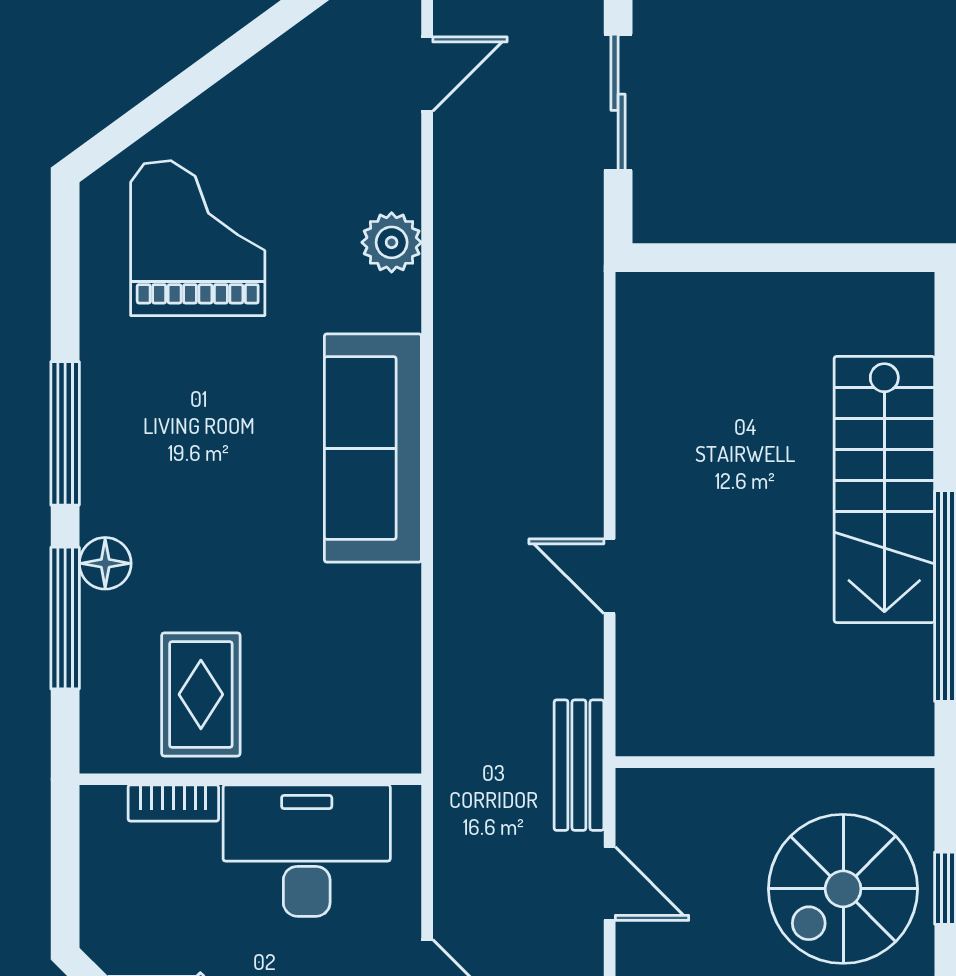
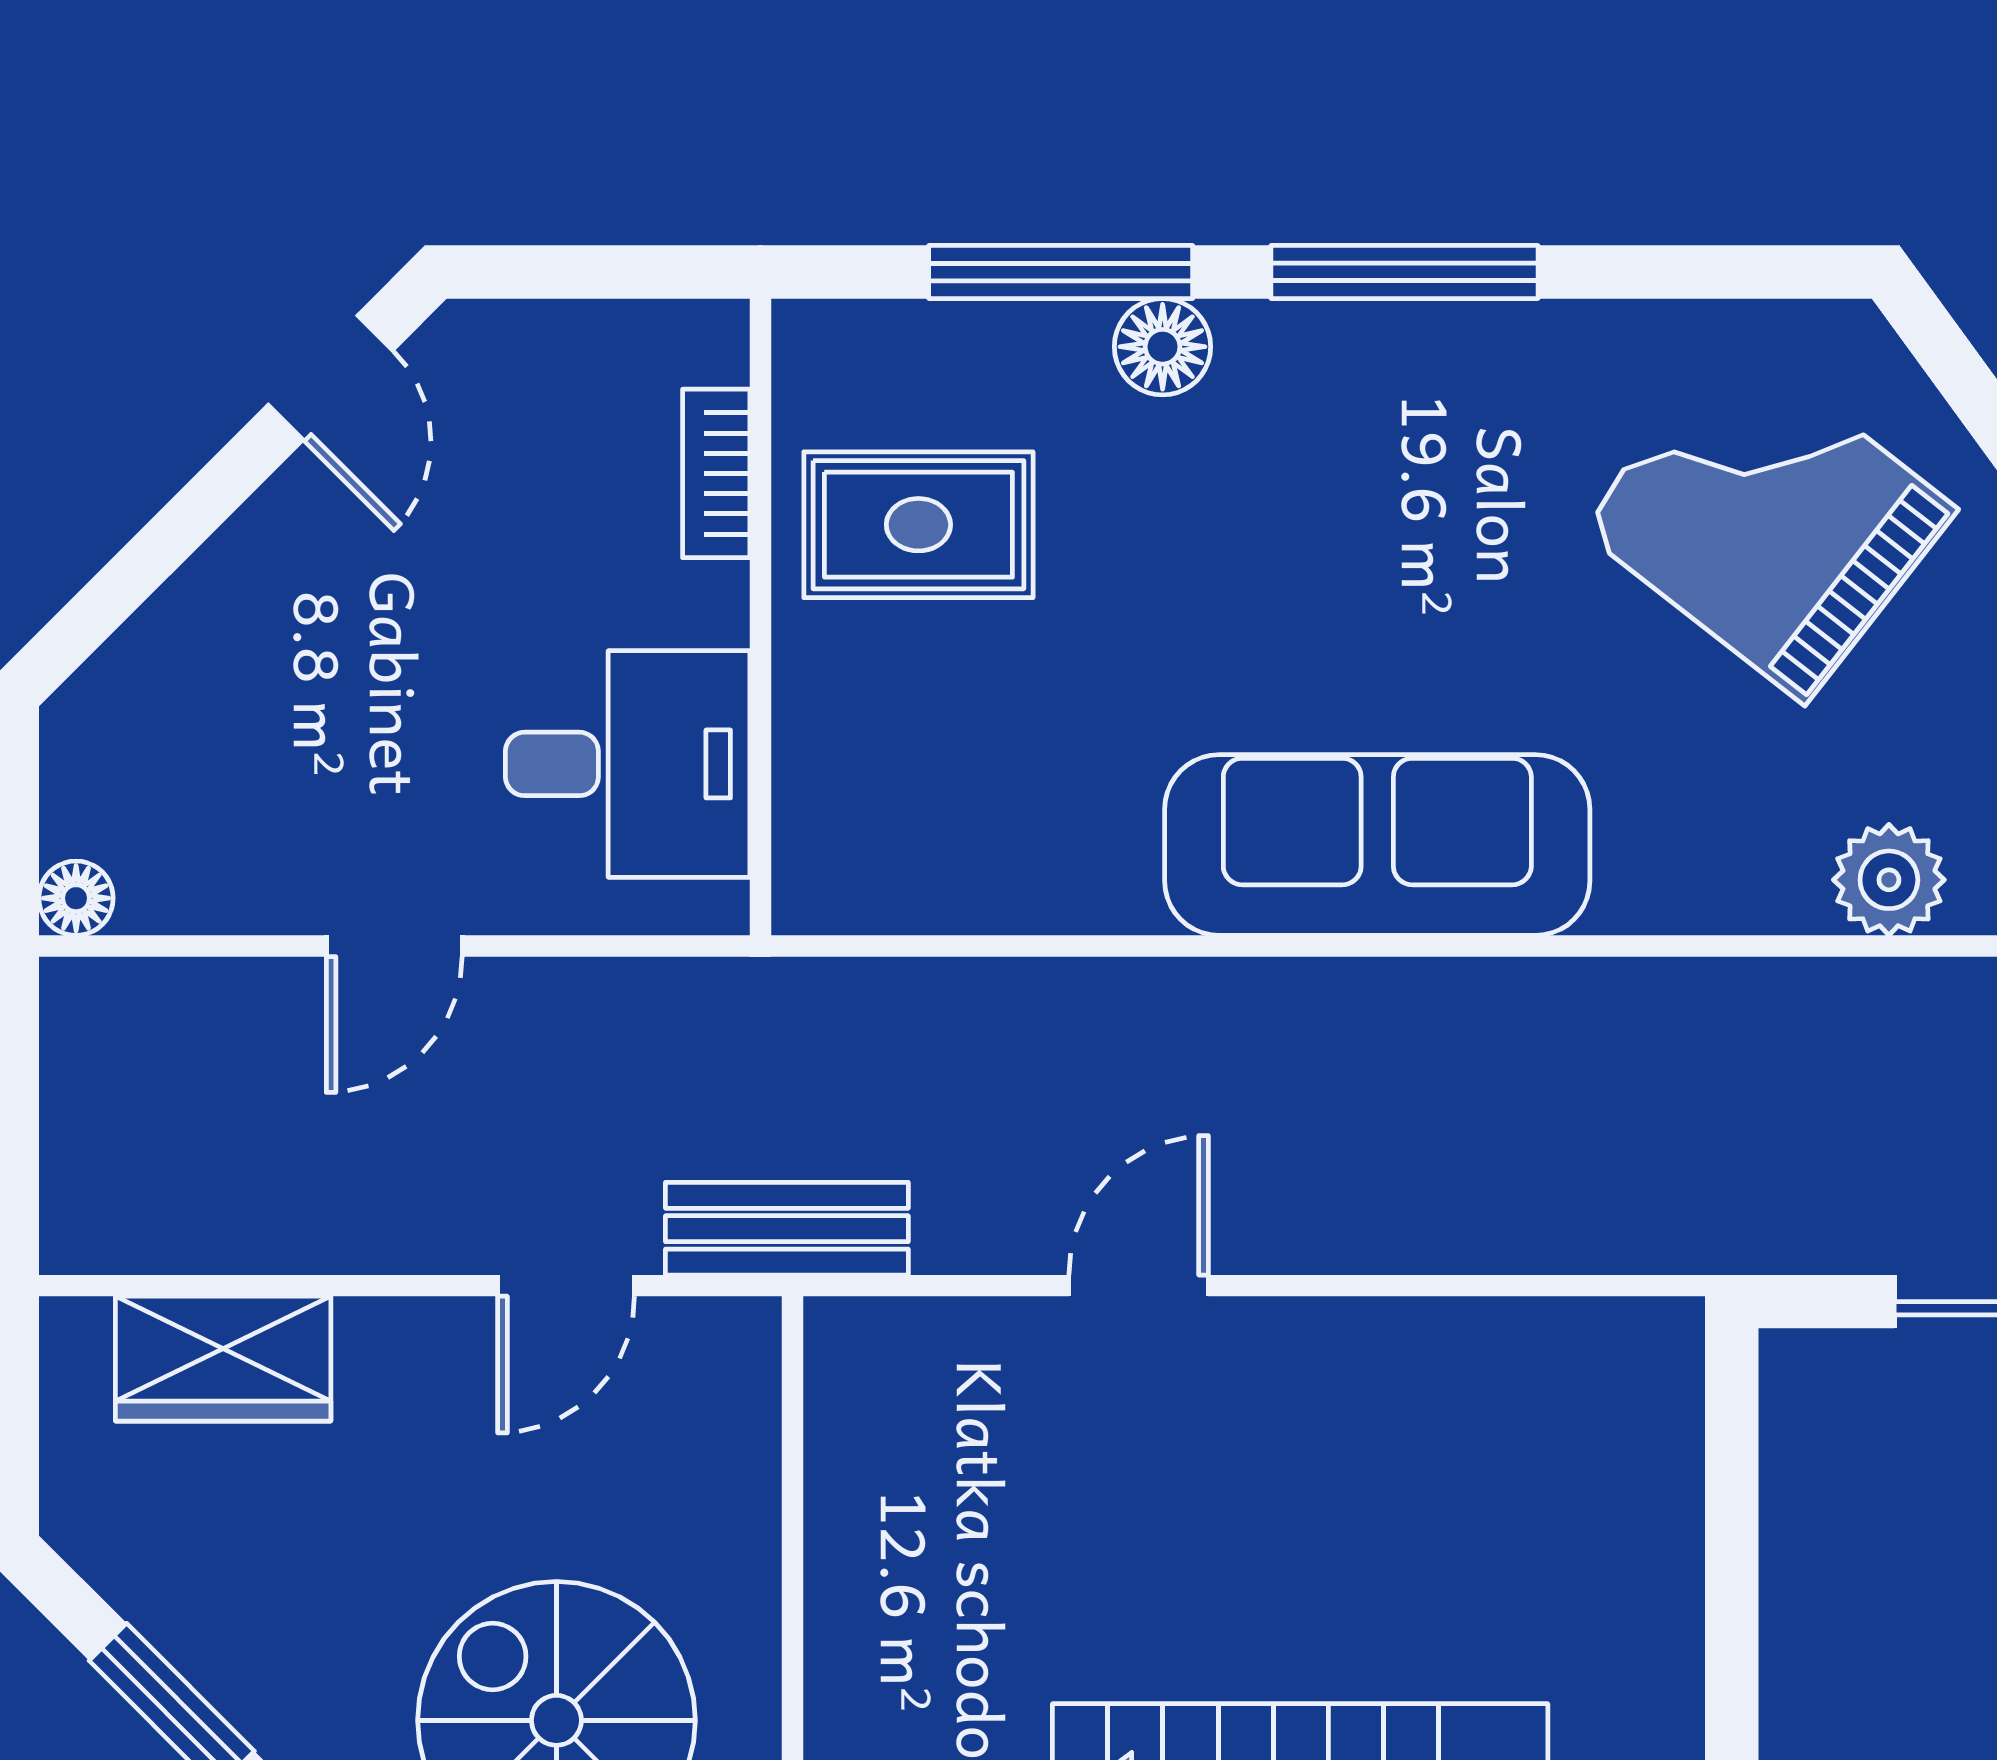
grand piano: (198, 238) -> (1768, 519), turned -142
plant: (392, 242) -> (1889, 880), moved
desk: (307, 851) -> (628, 764), width x0.73

